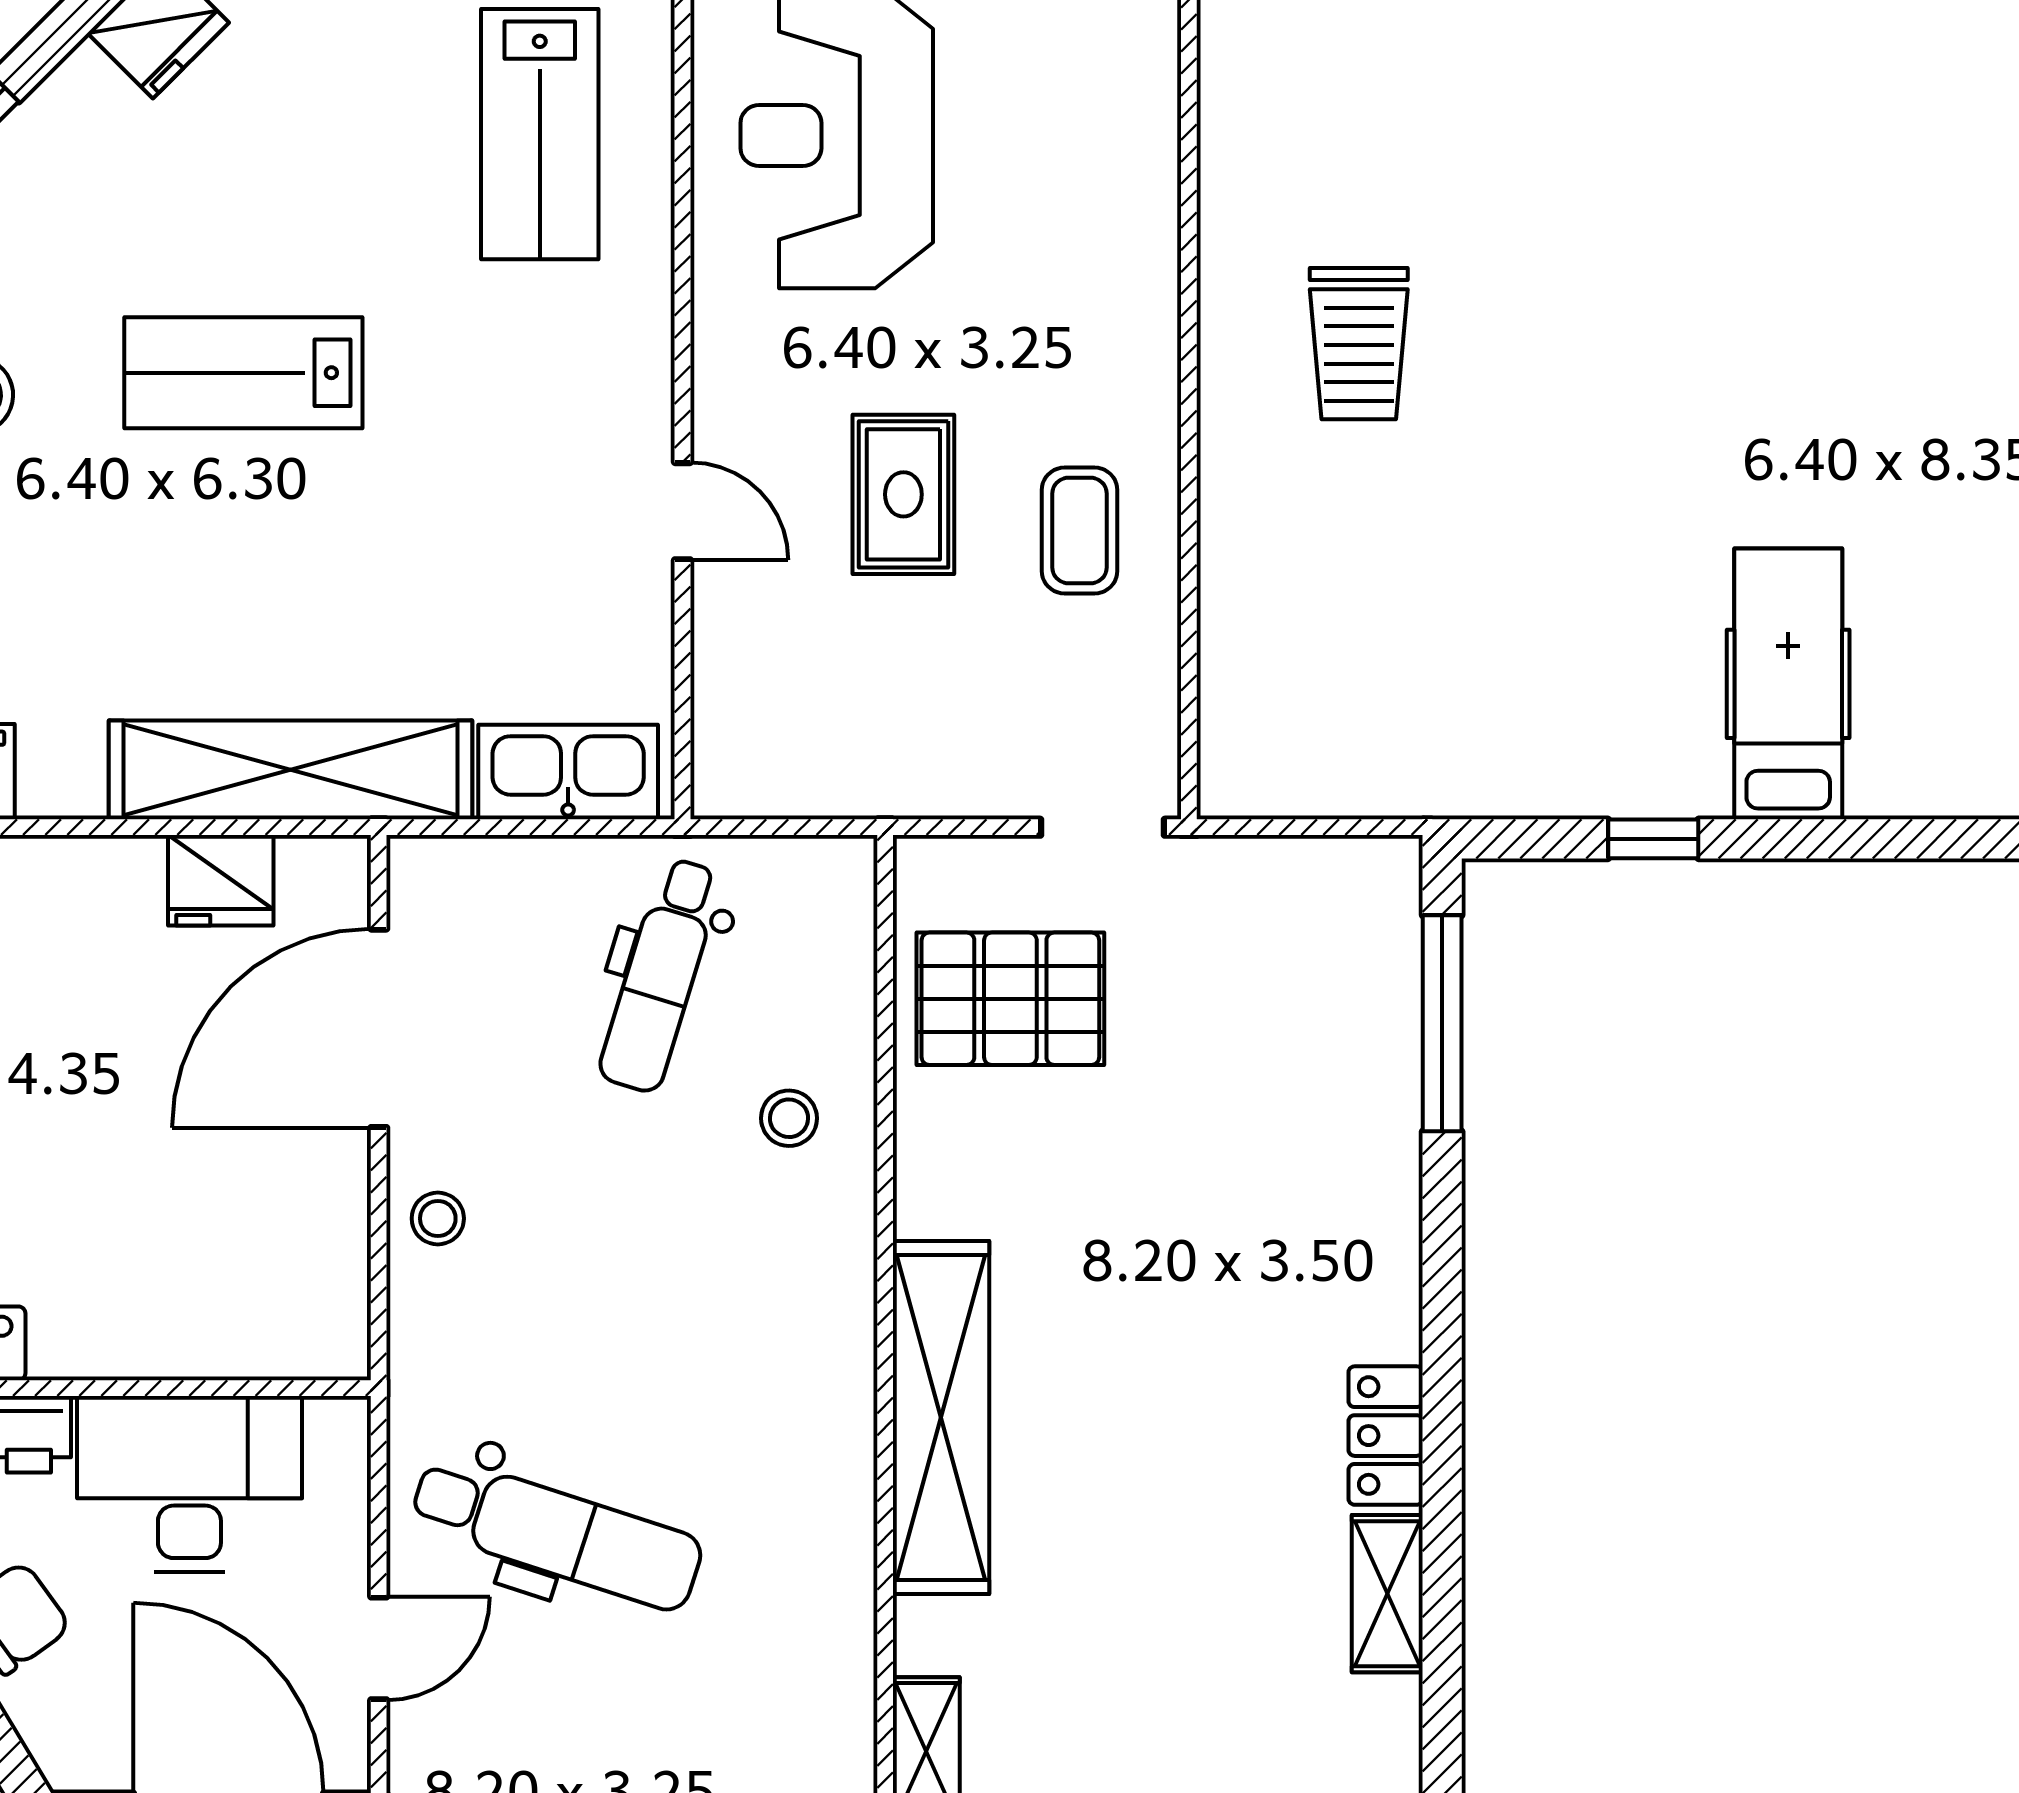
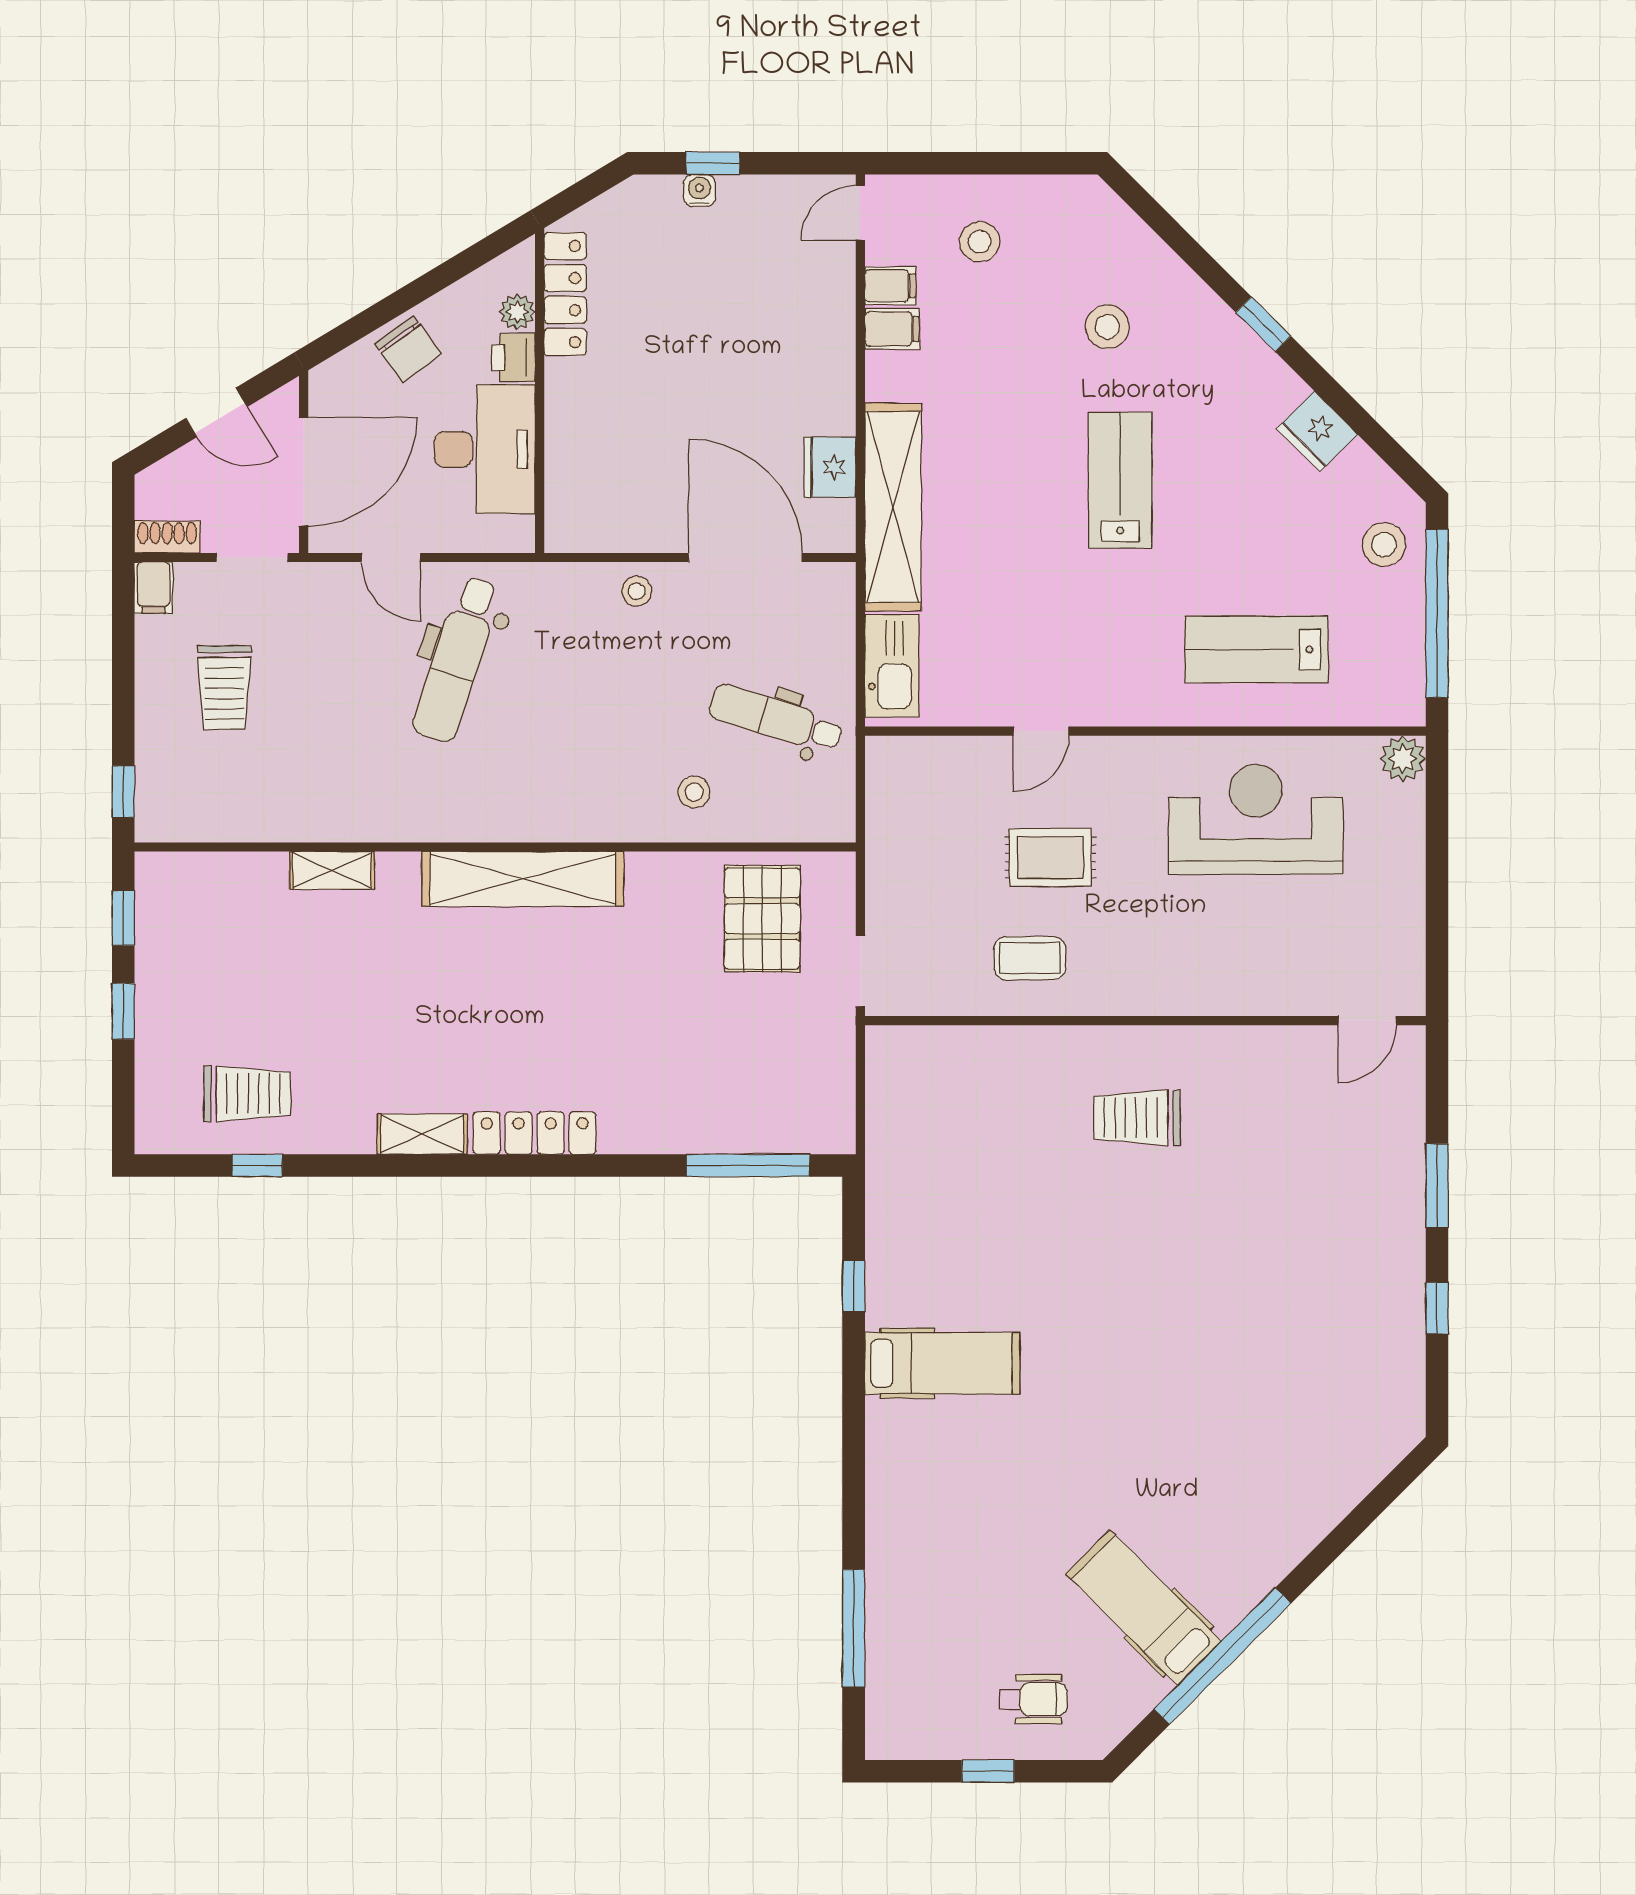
locker: (1386, 1436) -> (535, 1133), width x1.53

